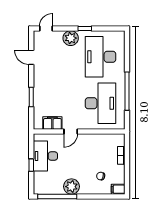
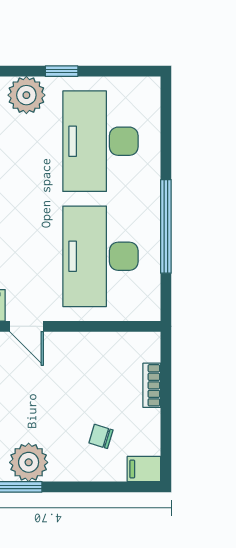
desk: (101, 103) -> (100, 256), turned 180
door: (71, 132) -> (27, 326), hinge flipped

